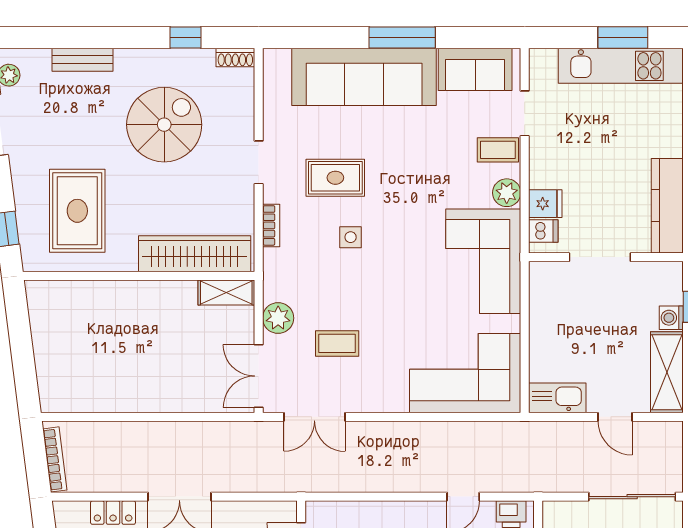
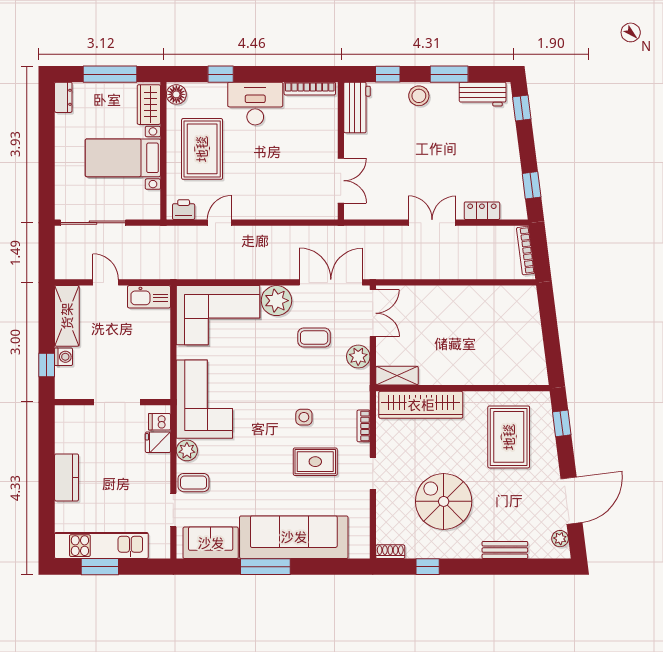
spiral stairs: (164, 125) -> (444, 501), turned 90
kitchen counter: (667, 206) -> (67, 477), moved, width x0.67
plant: (387, 393) -> (276, 301), added
double door: (314, 417) -> (331, 282), width x1.37

